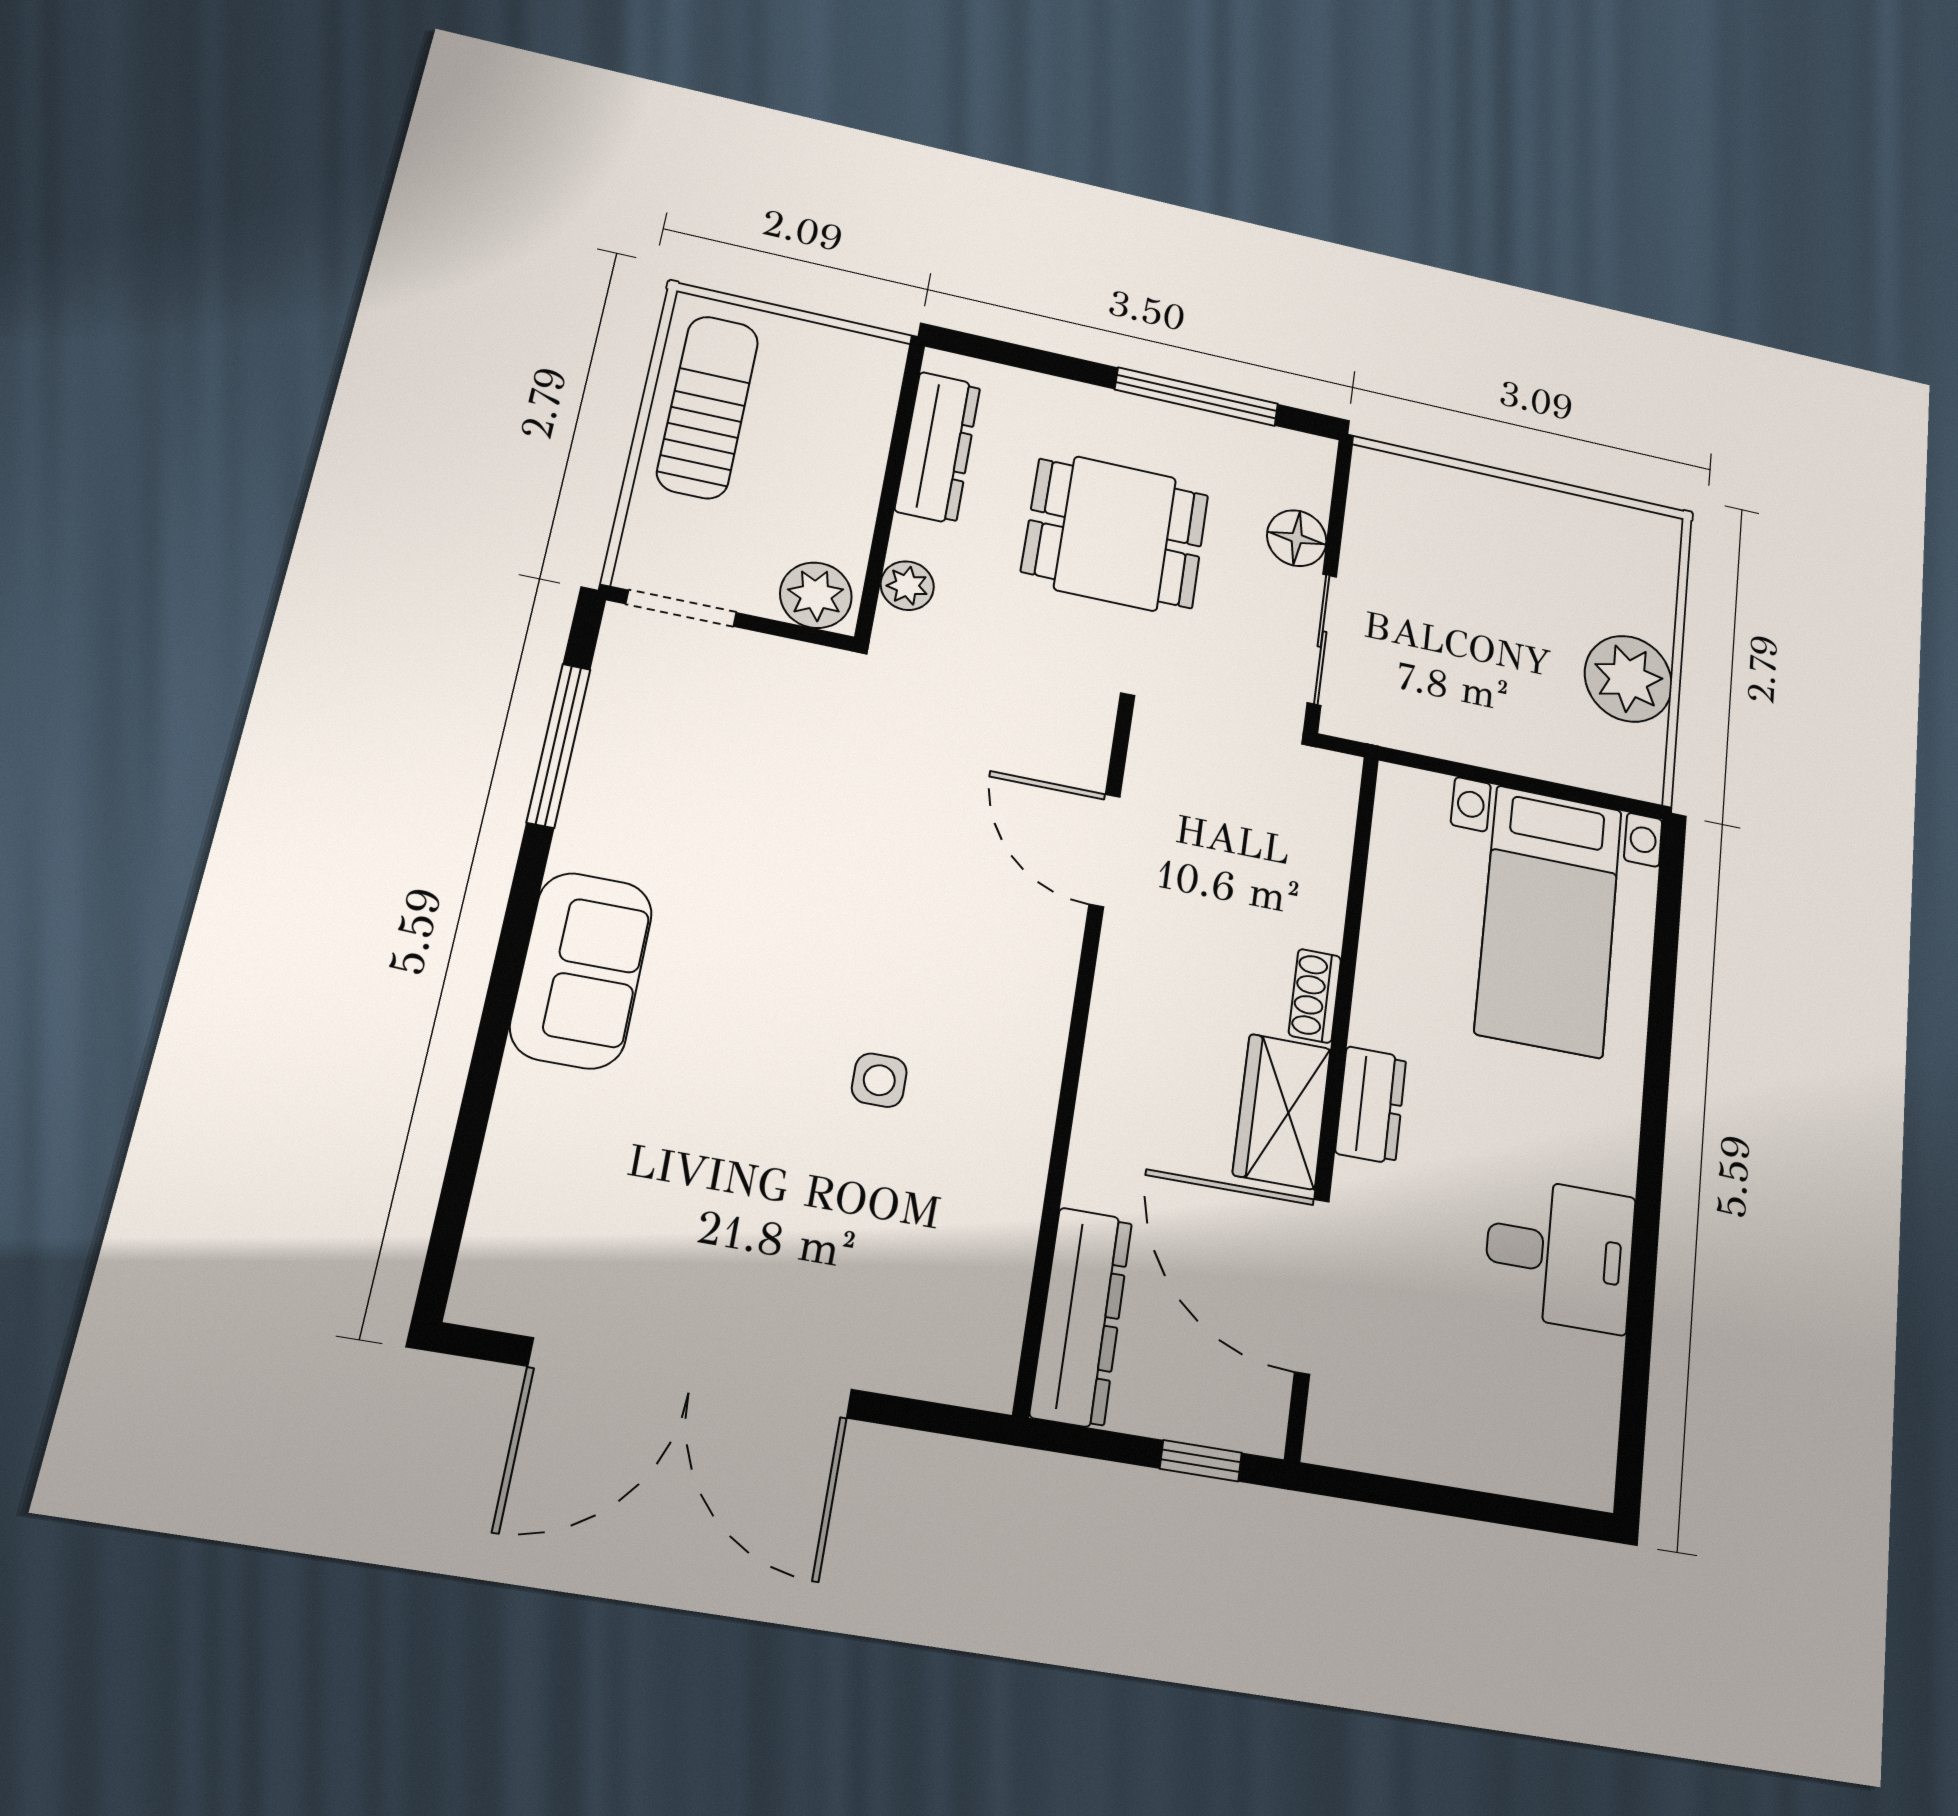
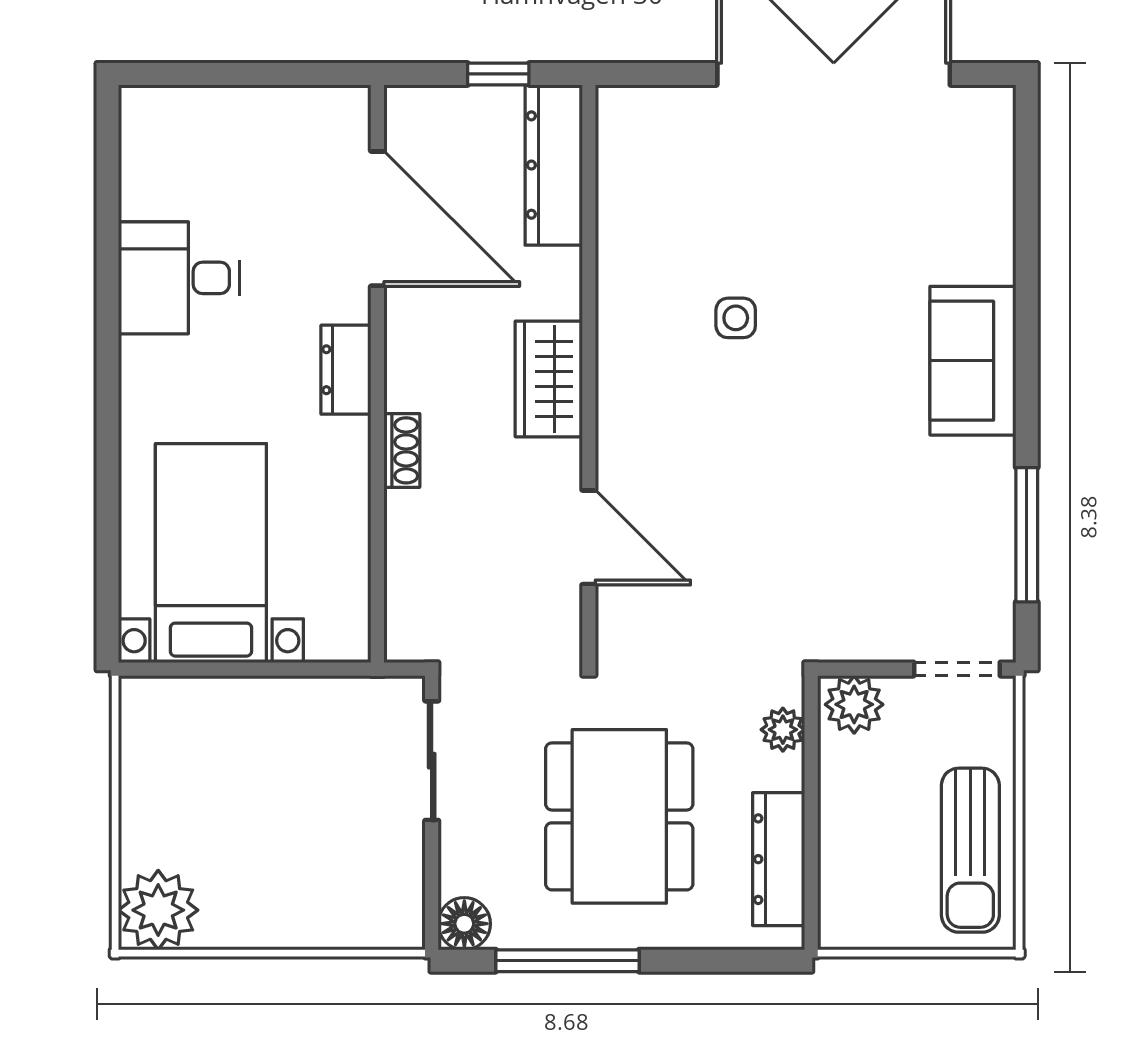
dining table: (1115, 533) -> (619, 816), width x1.38
floor lamp: (1297, 538) -> (464, 924), moved
plant: (1628, 679) -> (158, 910), moved
wardrobe: (1282, 1111) -> (549, 379), moved, turned 180
window: (1201, 1461) -> (498, 74), moved

